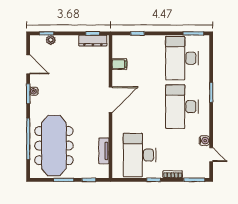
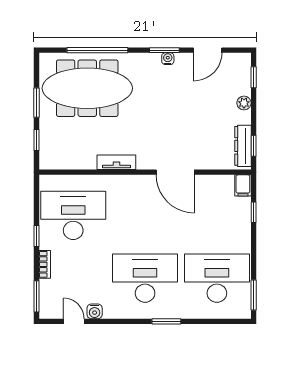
plant: (51, 40) -> (244, 103), moved
filing cabinet: (119, 64) -> (243, 185), moved
door: (111, 100) -> (175, 172), moved
tv unit: (104, 151) -> (116, 162), moved
door: (211, 155) -> (74, 321), swing flipped

